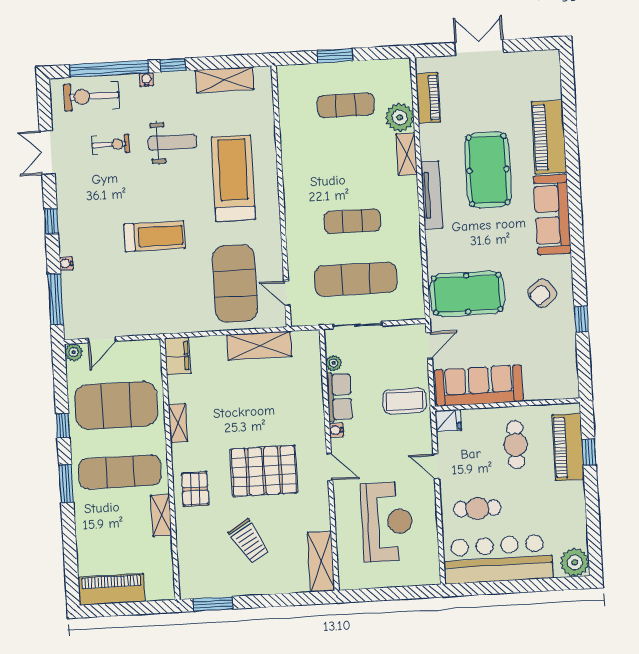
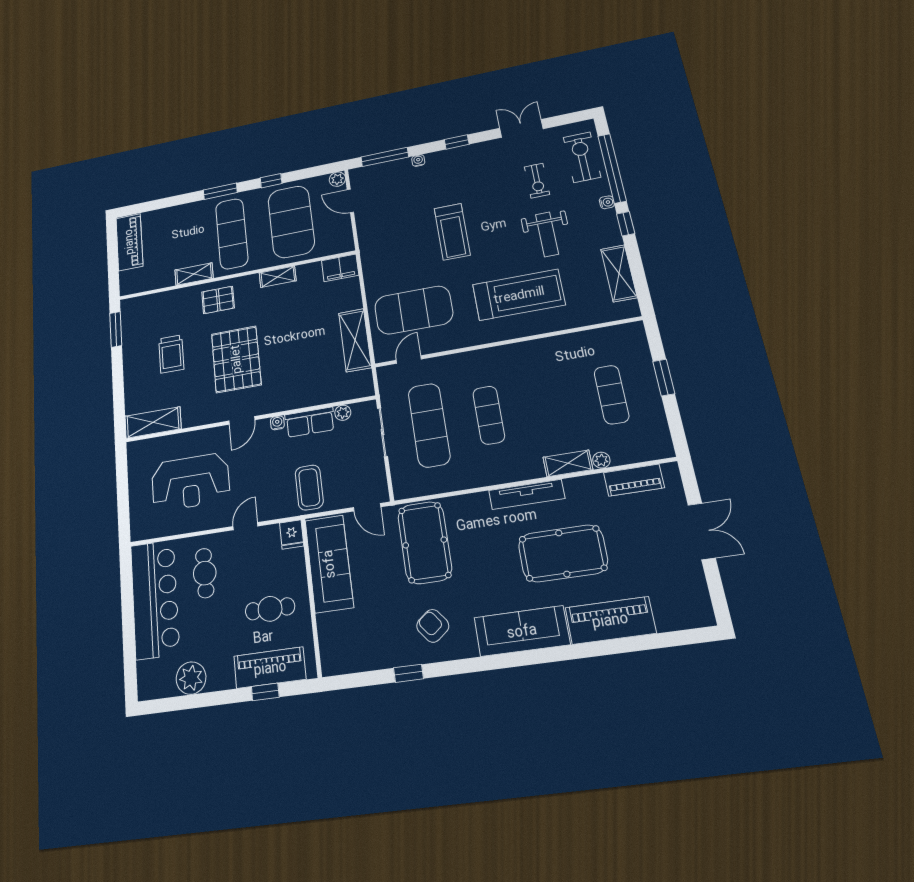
plant: (400, 117) -> (601, 460), width x0.53, depth x0.53
trolley: (249, 541) -> (171, 354), turned -59
plant: (575, 562) -> (191, 678), moved

